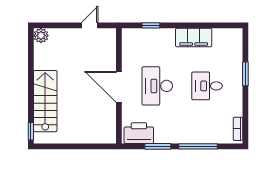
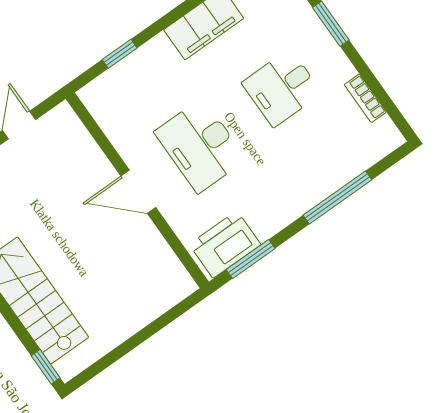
door: (119, 87) -> (138, 192), width x0.73
bookcase: (238, 129) -> (365, 98), moved
window: (158, 146) -> (251, 259), moved

